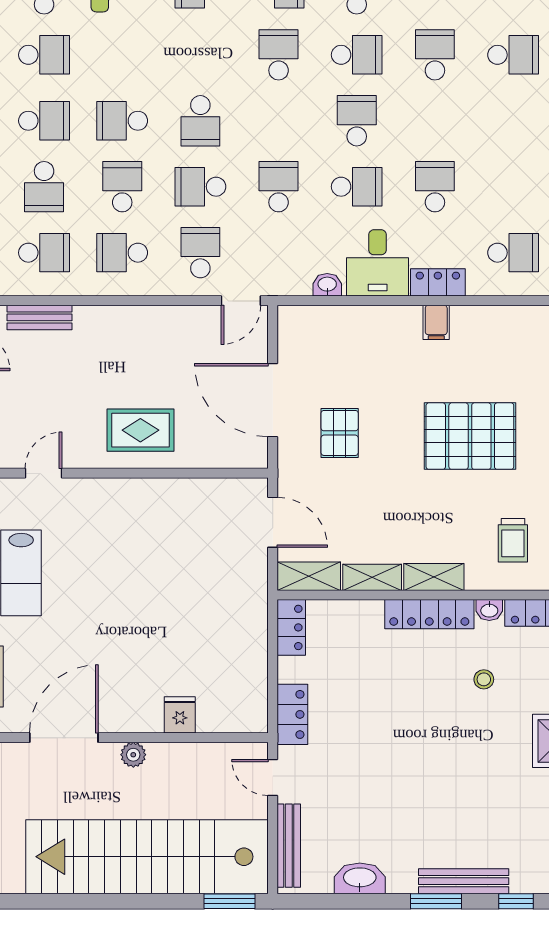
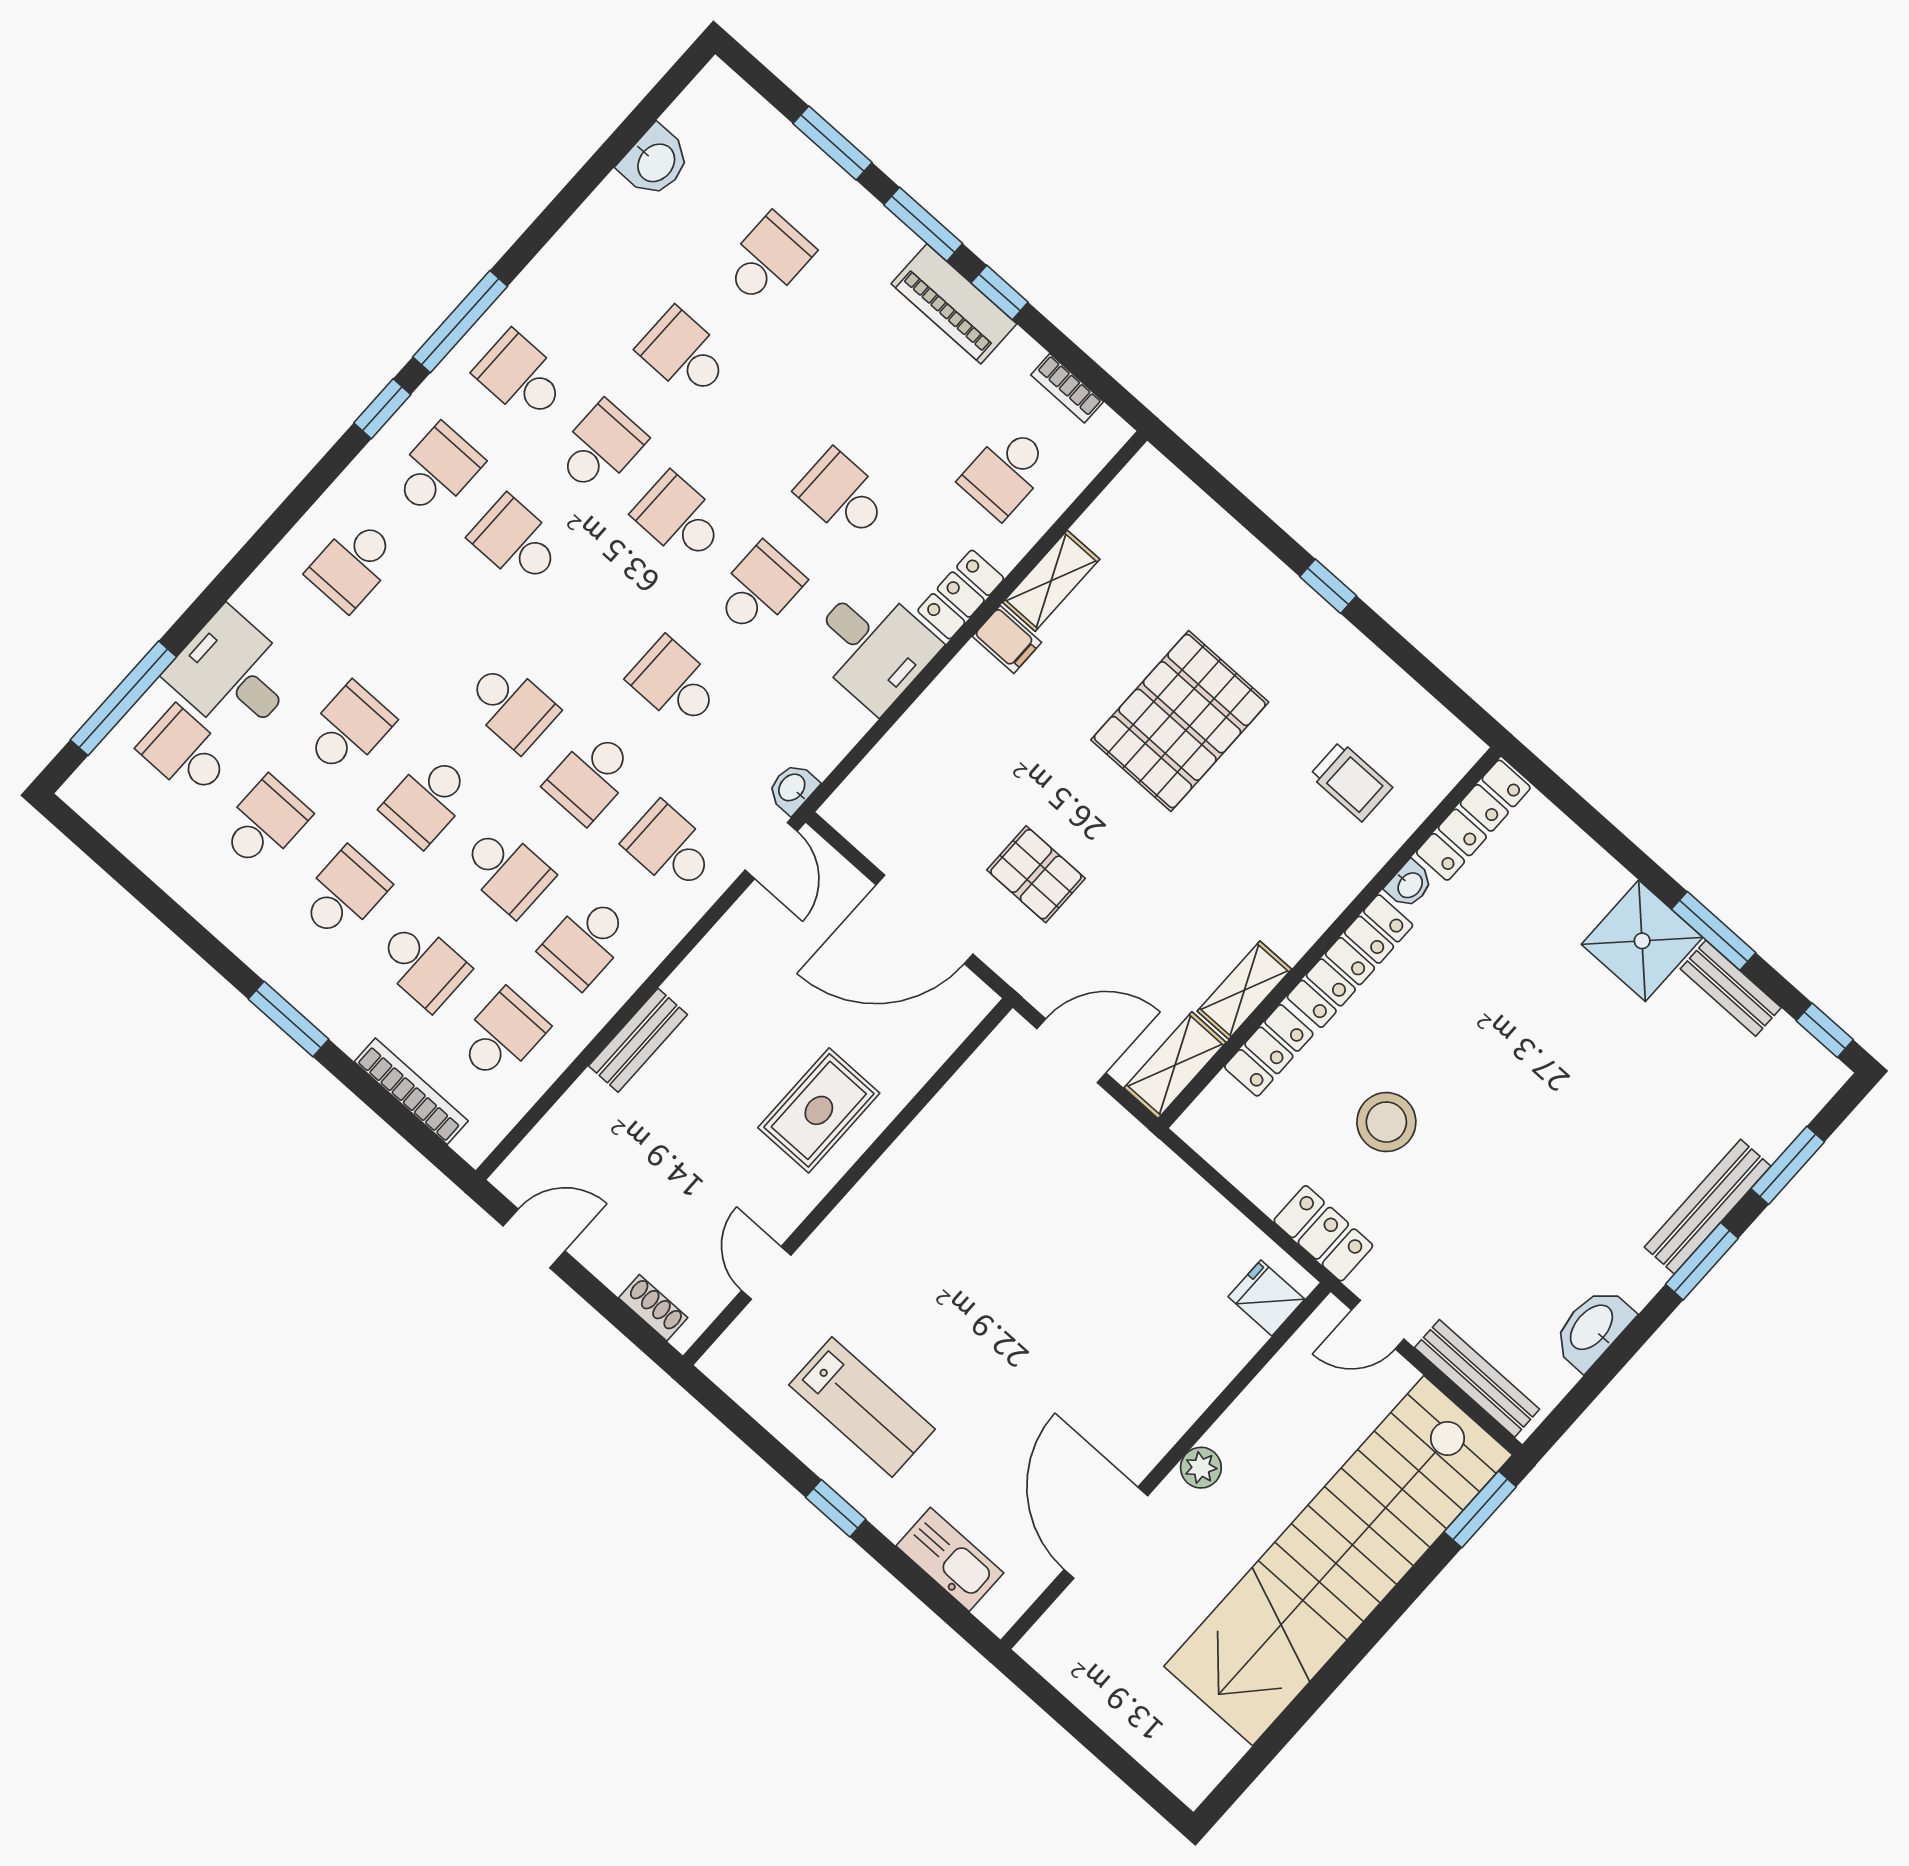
school desk: (122, 55) -> (348, 729), added
school desk: (122, 187) -> (507, 871), turned 180
school desk: (513, 253) -> (1006, 472), turned 180
washbasin: (327, 285) -> (793, 788), moved
bench: (39, 317) -> (638, 1040), moved
shelving: (434, 577) -> (1051, 581), moved
locker: (291, 627) -> (1269, 1050), moved, turned 90
stool: (484, 679) -> (1386, 1122), moved, width x1.89, depth x1.89
fridge: (180, 715) -> (1266, 1298), moved
window: (516, 901) -> (1788, 1165), width x1.50

